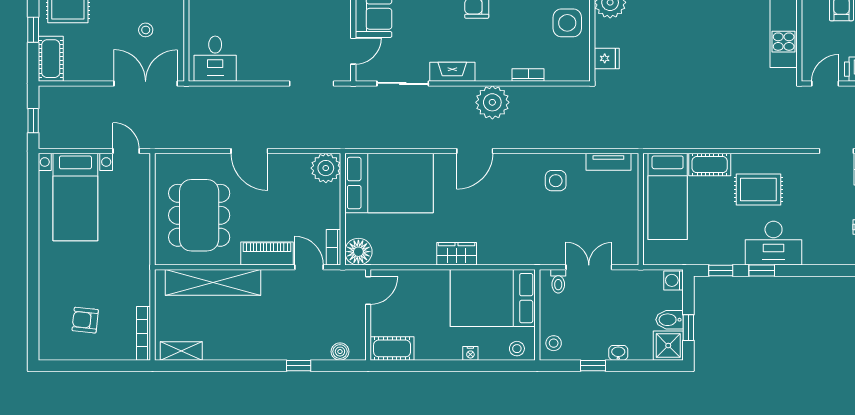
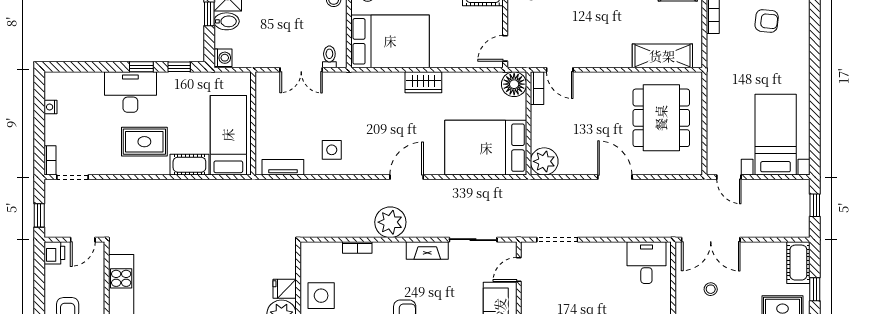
fridge: (607, 58) -> (285, 289), moved
piano: (267, 254) -> (599, 83), removed
shelving: (213, 282) -> (662, 56), width x0.68

